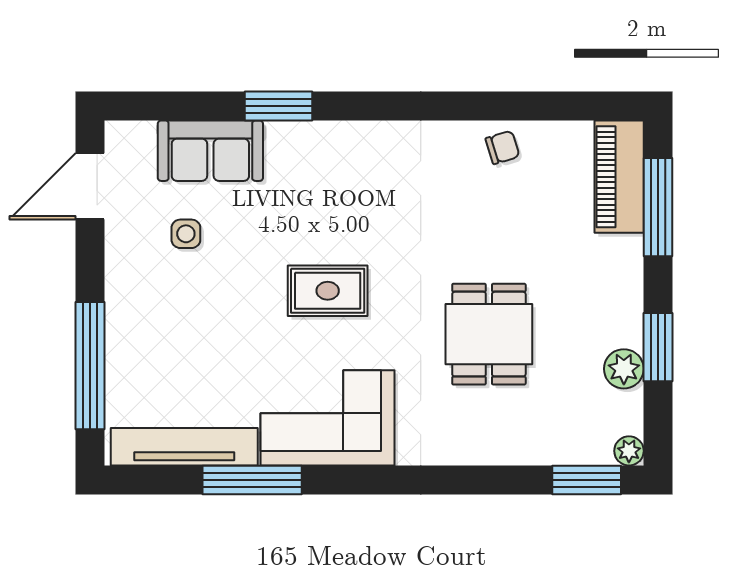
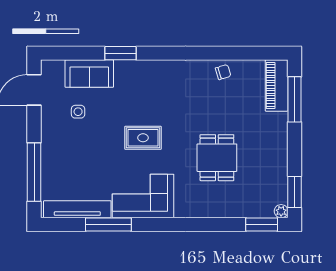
window: (658, 347) -> (294, 192), moved
plant: (624, 369) -> (279, 174), removed

